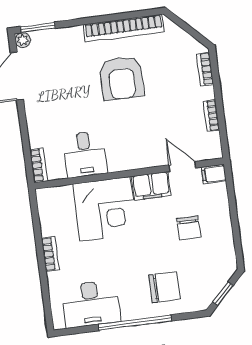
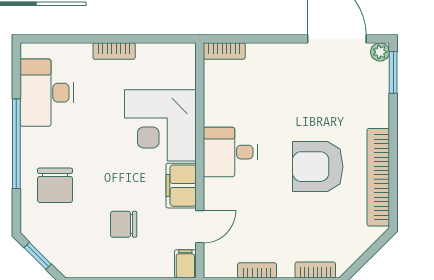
desk: (85, 154) -> (230, 152), moved

